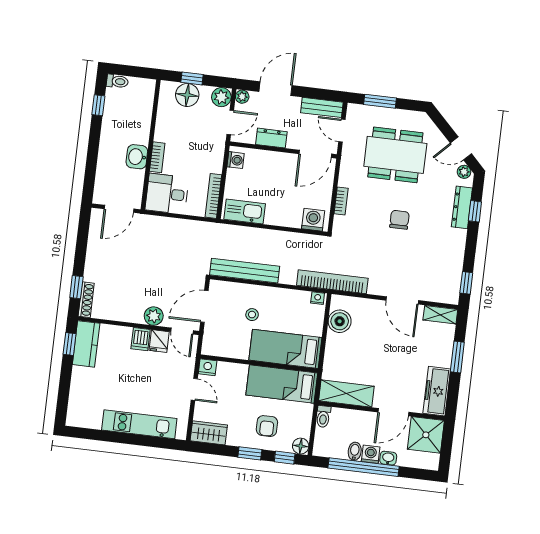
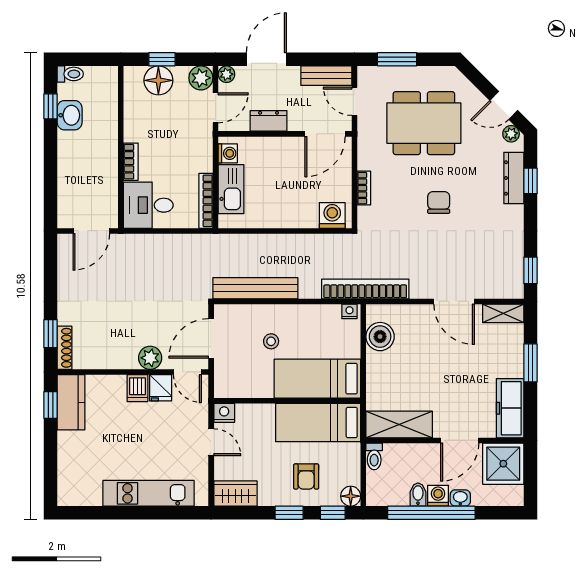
washbasin: (137, 157) -> (70, 115), moved, turned 180
kitchen sink: (245, 211) -> (231, 189), moved, turned 90

